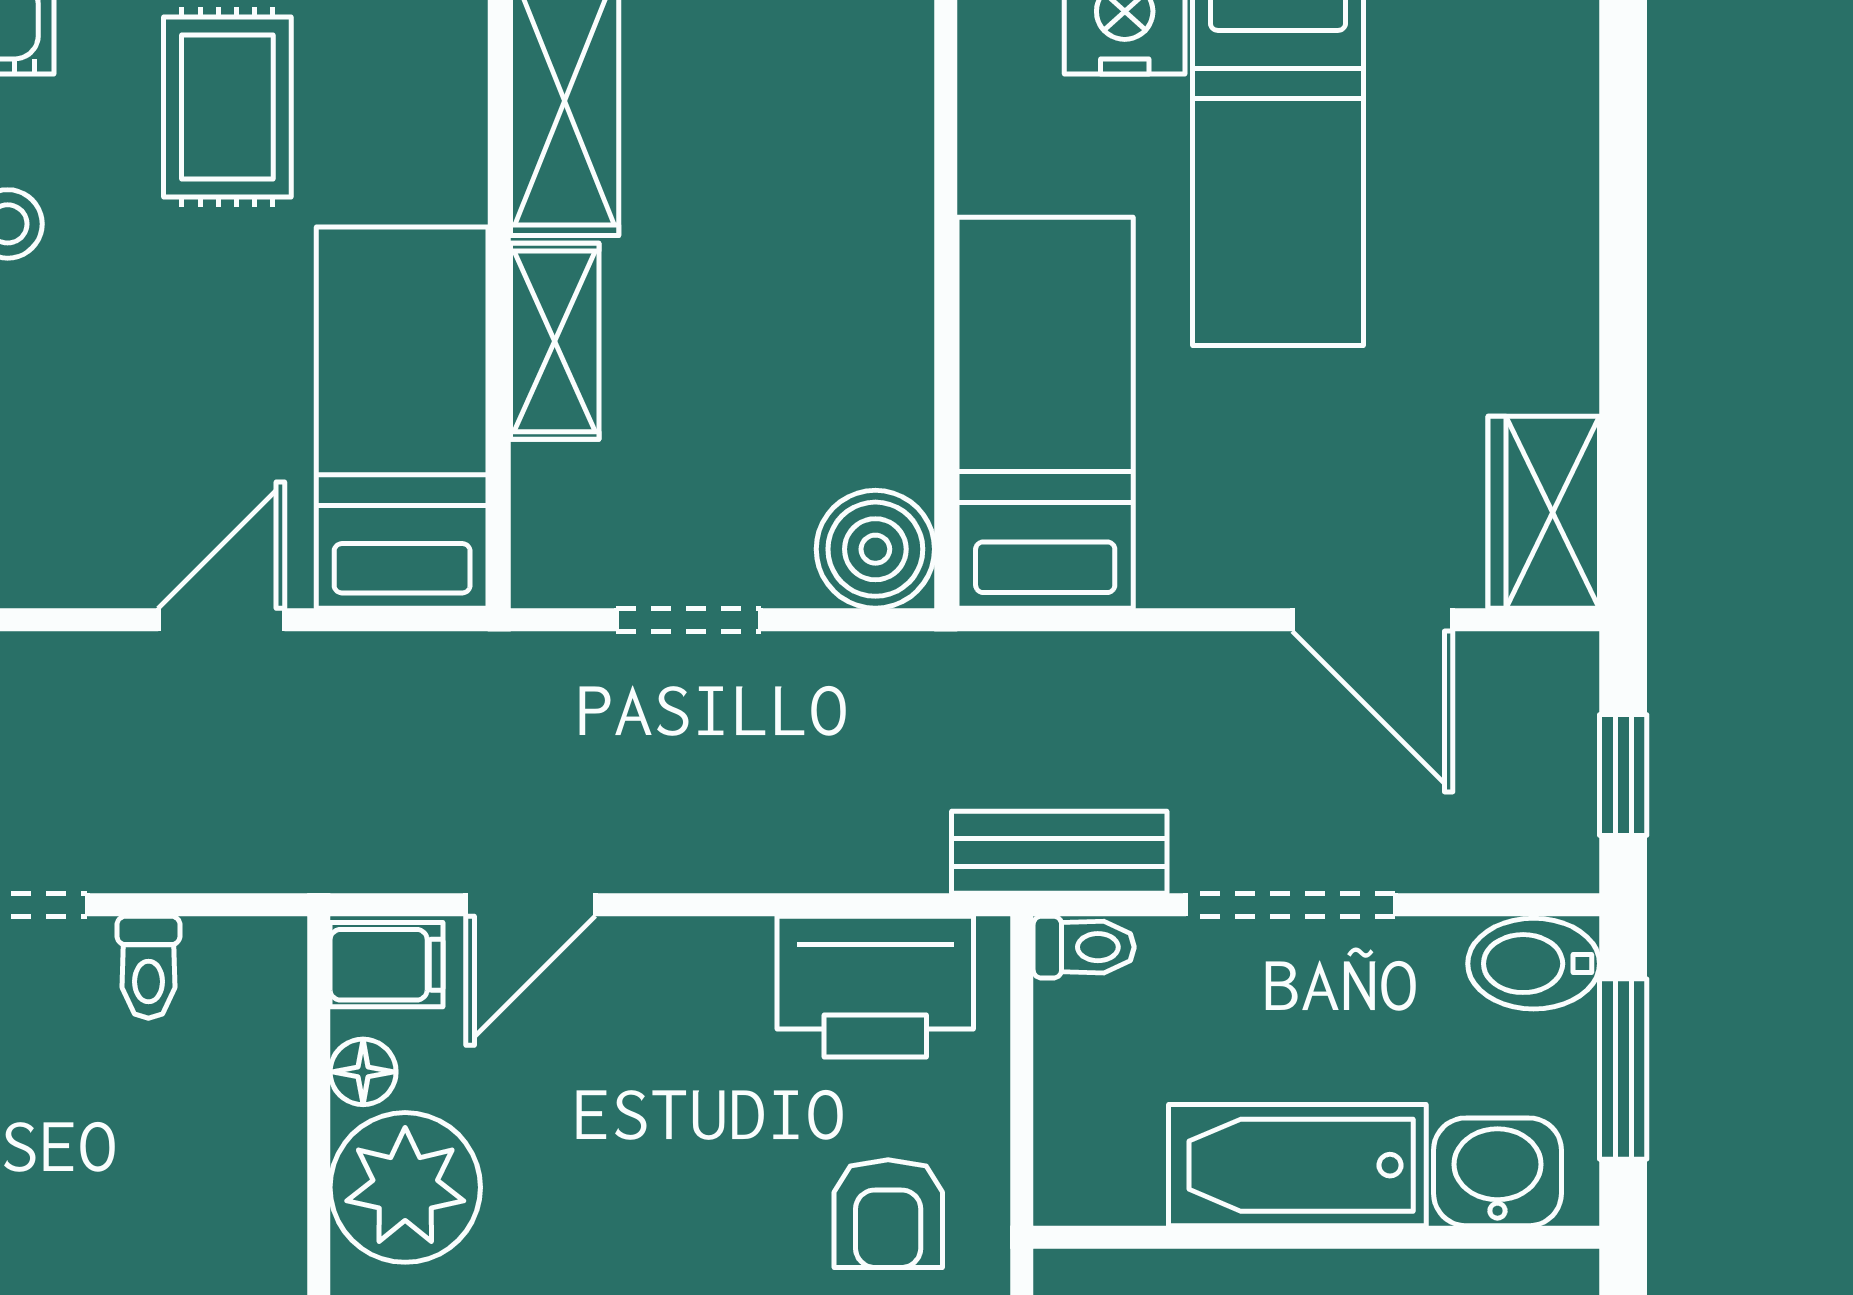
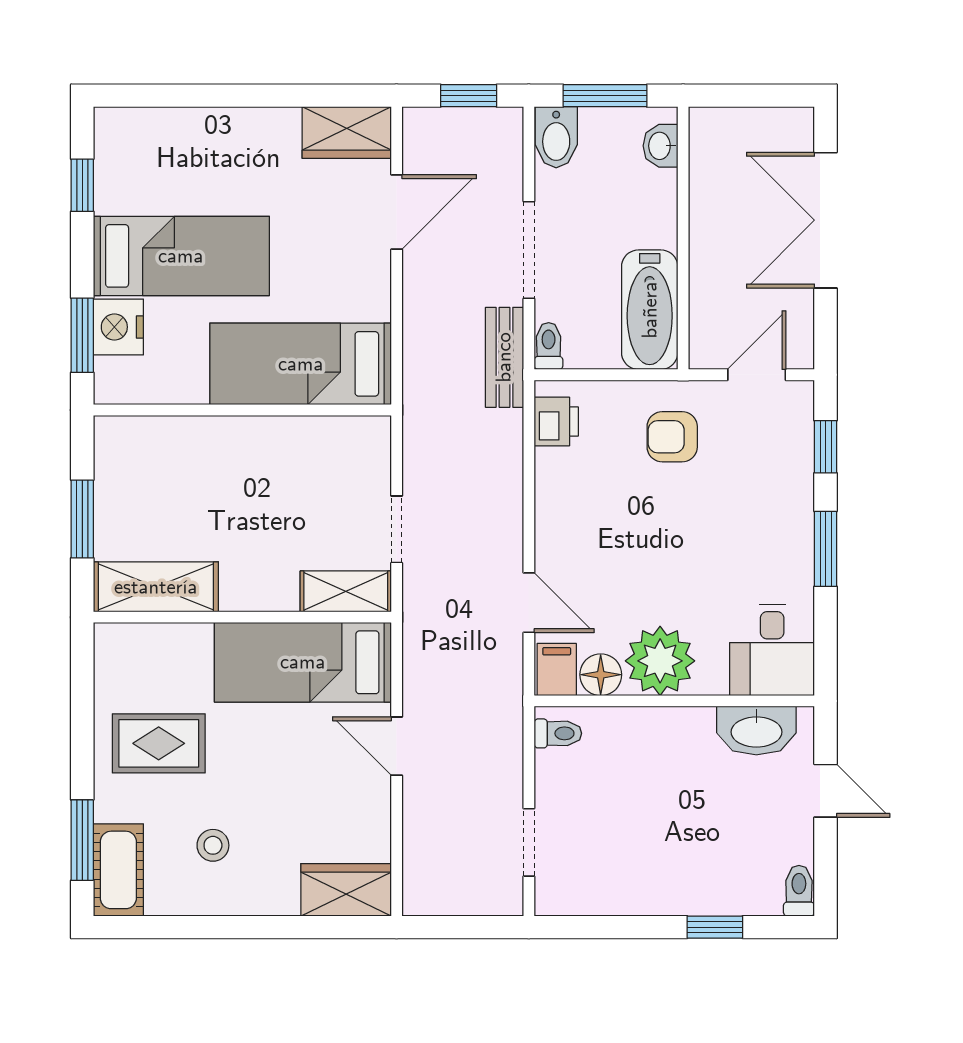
shelving: (555, 341) -> (346, 591), moved
boiler: (875, 549) -> (364, 443), removed
toilet: (148, 967) -> (558, 733), moved
printer: (875, 987) -> (556, 421), width x0.53, depth x0.68
floor lamp: (363, 1072) -> (601, 675), width x1.37, depth x1.37
bathtub: (1297, 1165) -> (650, 310), moved
washbasin: (1497, 1172) -> (661, 146), width x0.72, depth x0.69
armchair: (888, 1214) -> (672, 437), turned 180

